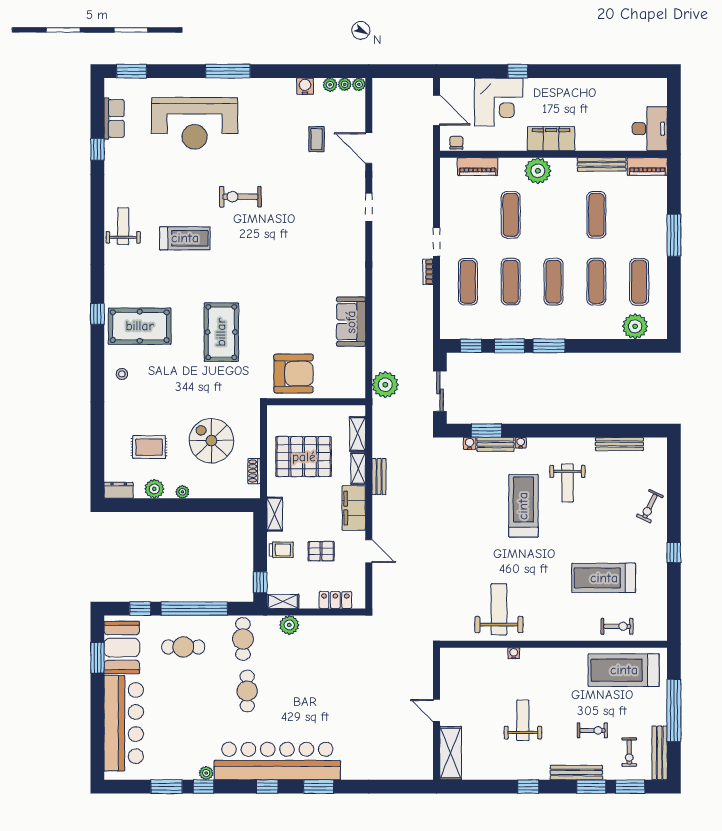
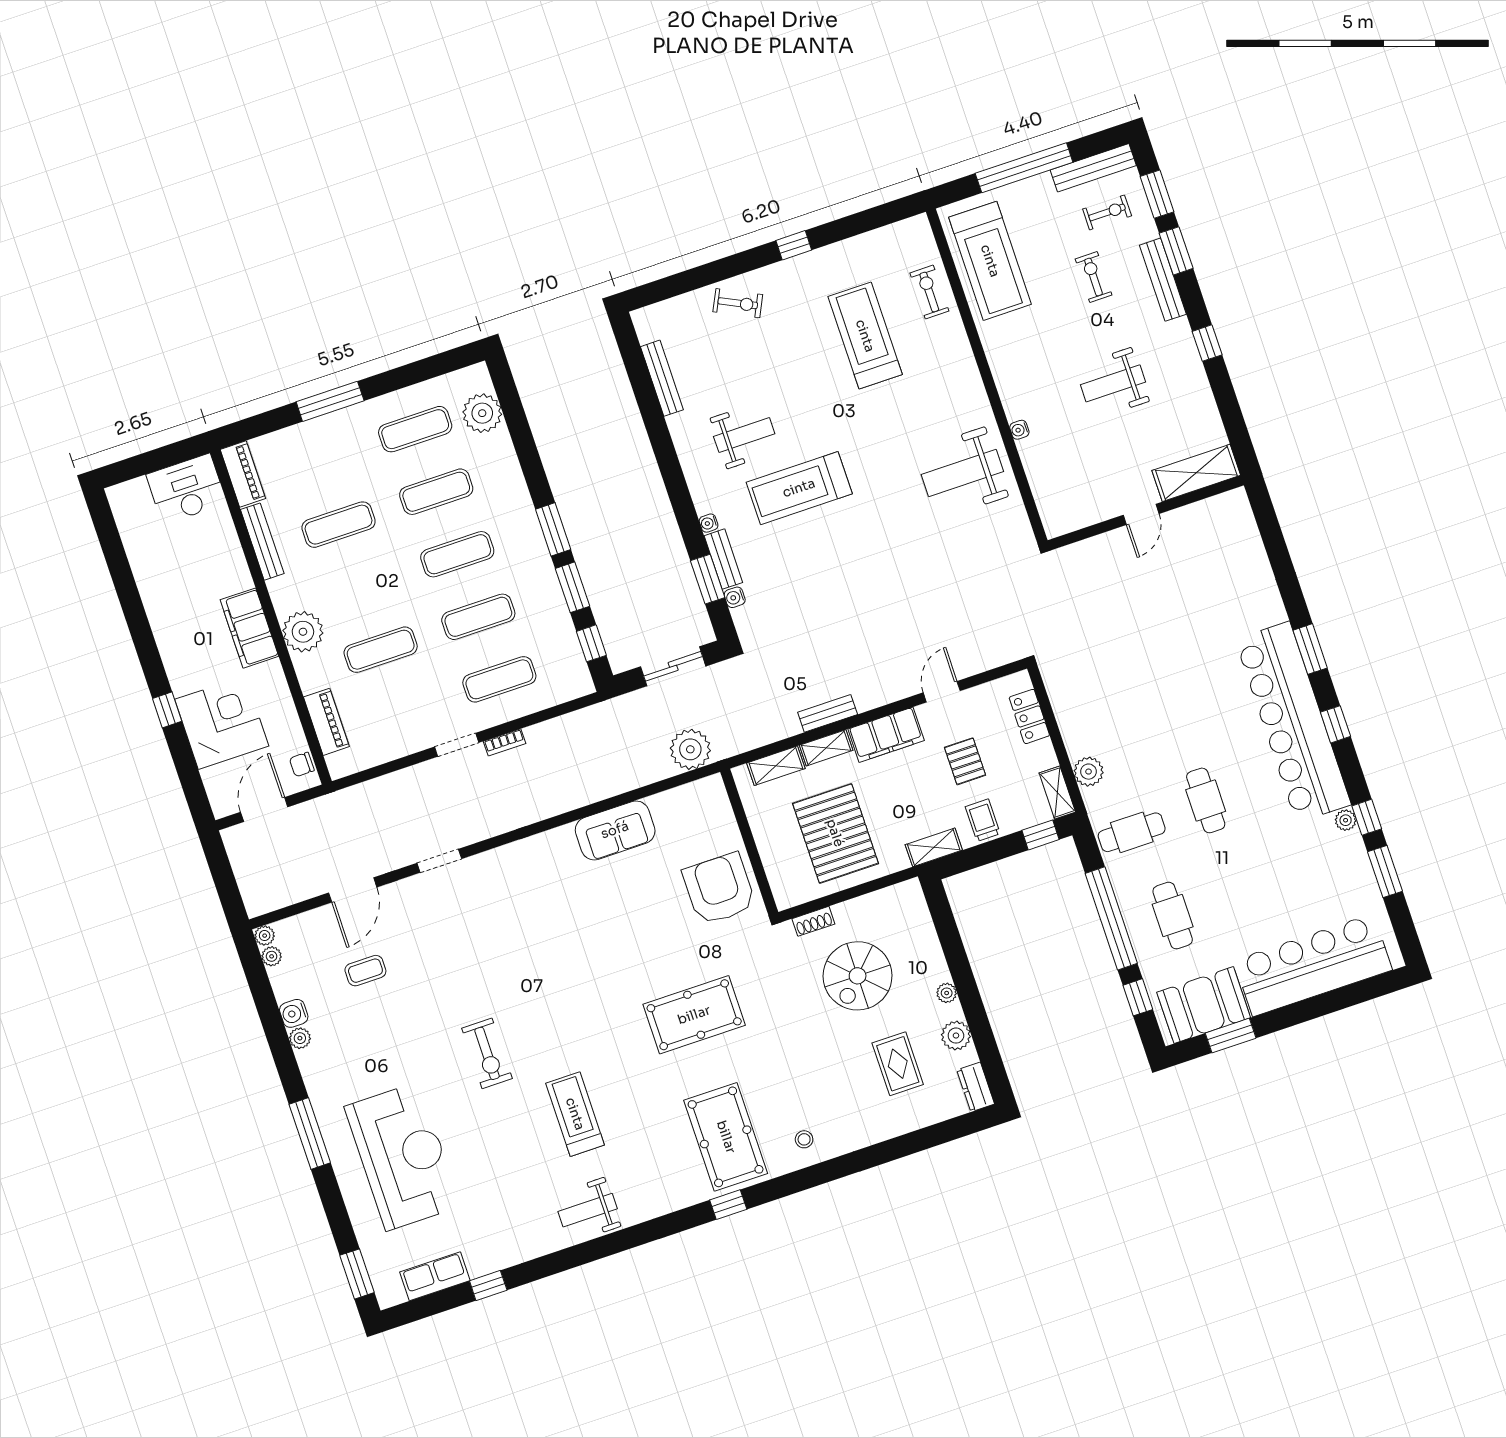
plant: (330, 85) -> (300, 1038), moved
shoe rack: (254, 471) -> (813, 921), moved
treadmill: (604, 578) -> (865, 336), turned 180
cafe table: (247, 691) -> (1206, 800), turned 90

